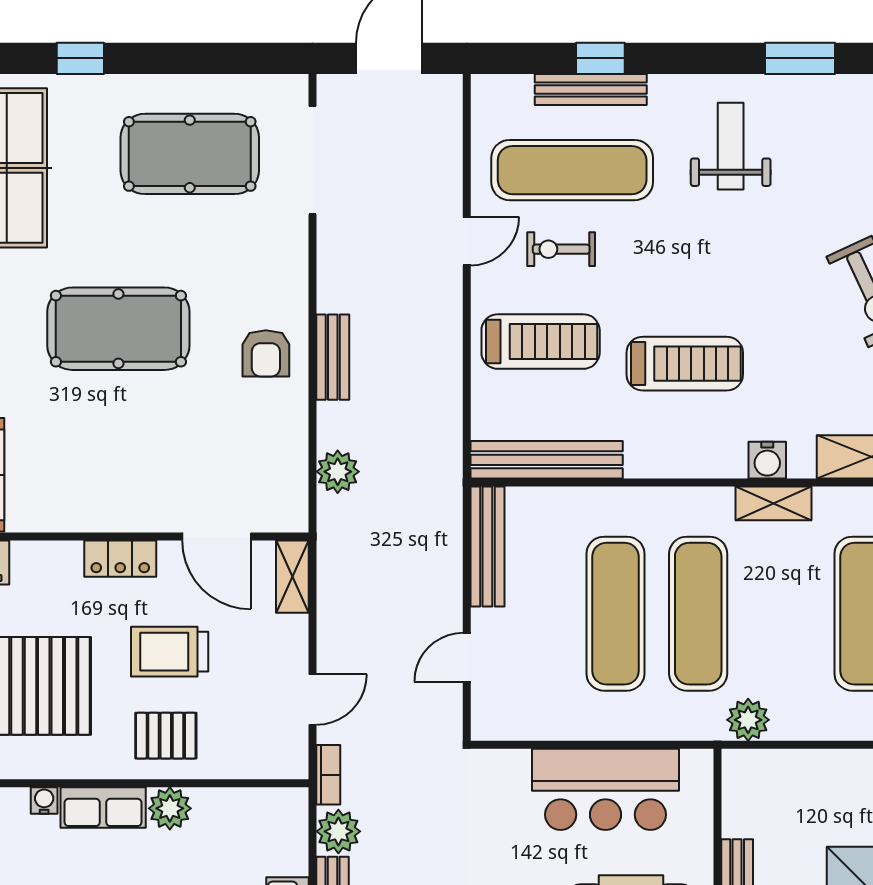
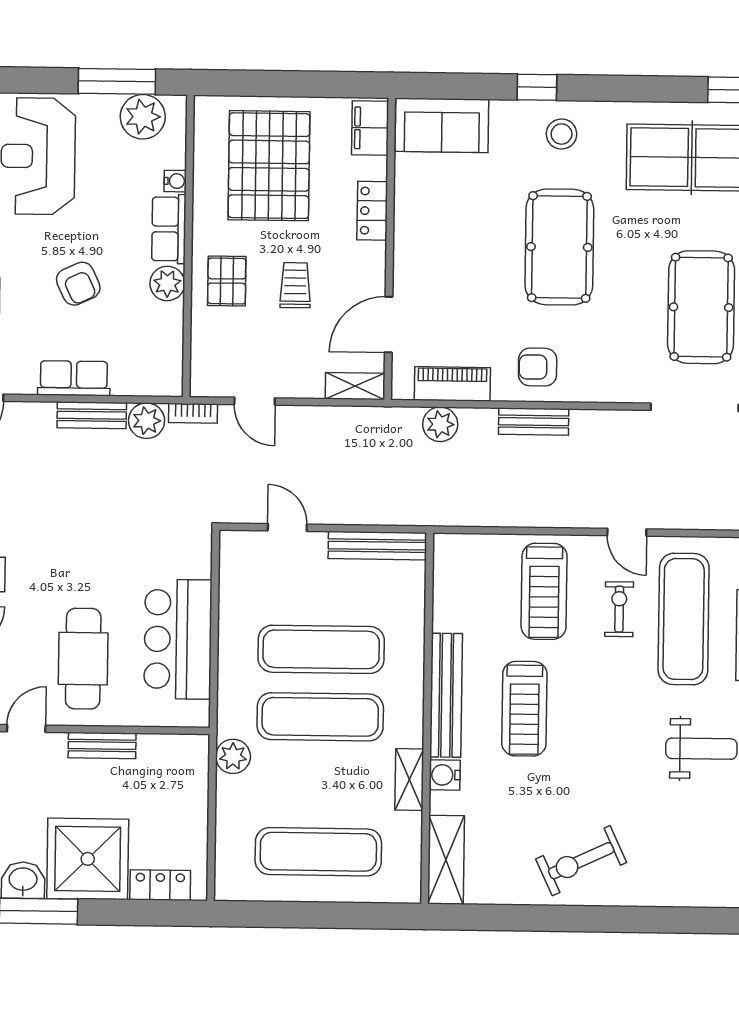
piano: (288, 457) -> (452, 384), added
bench: (547, 460) -> (446, 695), moved
locker: (120, 559) -> (372, 211), moved
trolley: (170, 652) -> (295, 285), width x0.73, depth x0.72

